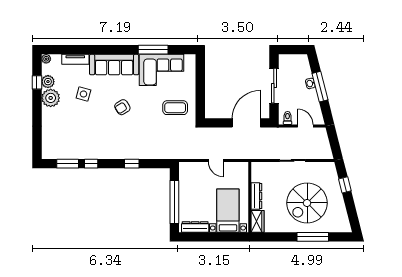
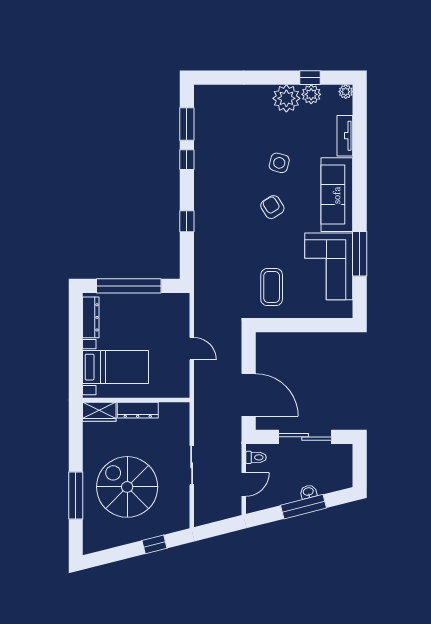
side table: (83, 94) -> (279, 163), moved
door: (216, 160) -> (192, 349), swing flipped

